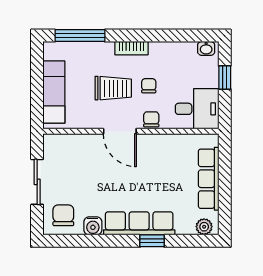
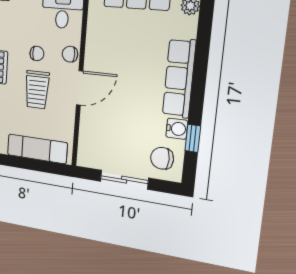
chair: (149, 86) -> (37, 53), turned 180
trolley: (113, 88) -> (37, 90), turned 180
window: (152, 241) -> (193, 138), moved

